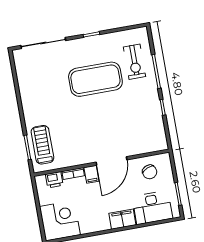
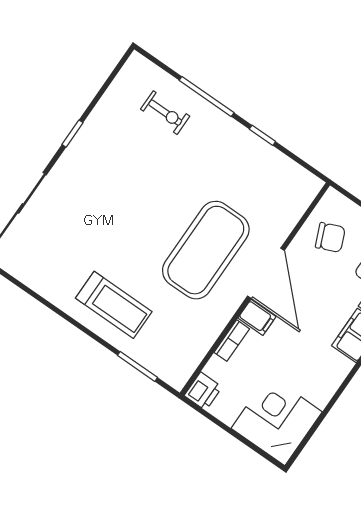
exercise bike: (134, 62) -> (165, 113), width x0.73, depth x0.72
exercise mat: (95, 79) -> (206, 250), moved
treadmill: (42, 145) -> (114, 305), moved, turned 180
printer: (54, 180) -> (203, 391), moved

